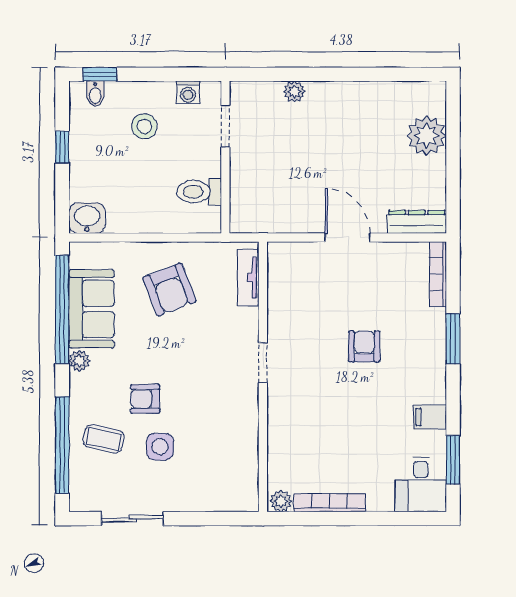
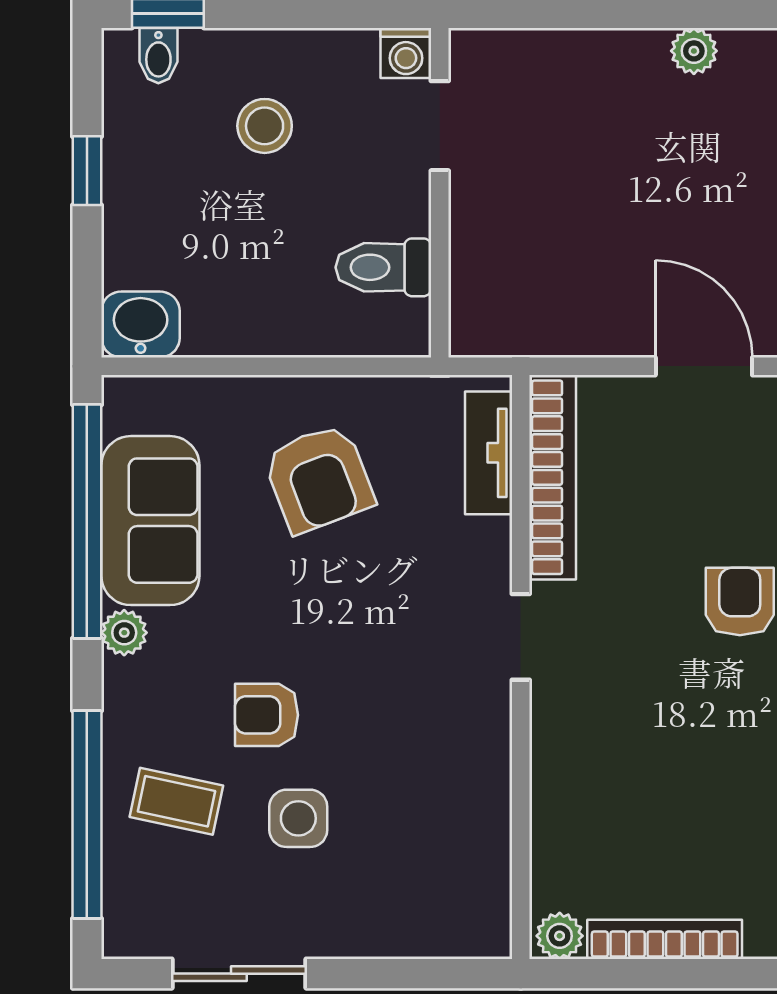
plant: (294, 92) -> (694, 51), moved
washing machine: (188, 93) -> (406, 53), moved
bookcase: (278, 289) -> (553, 477), added

